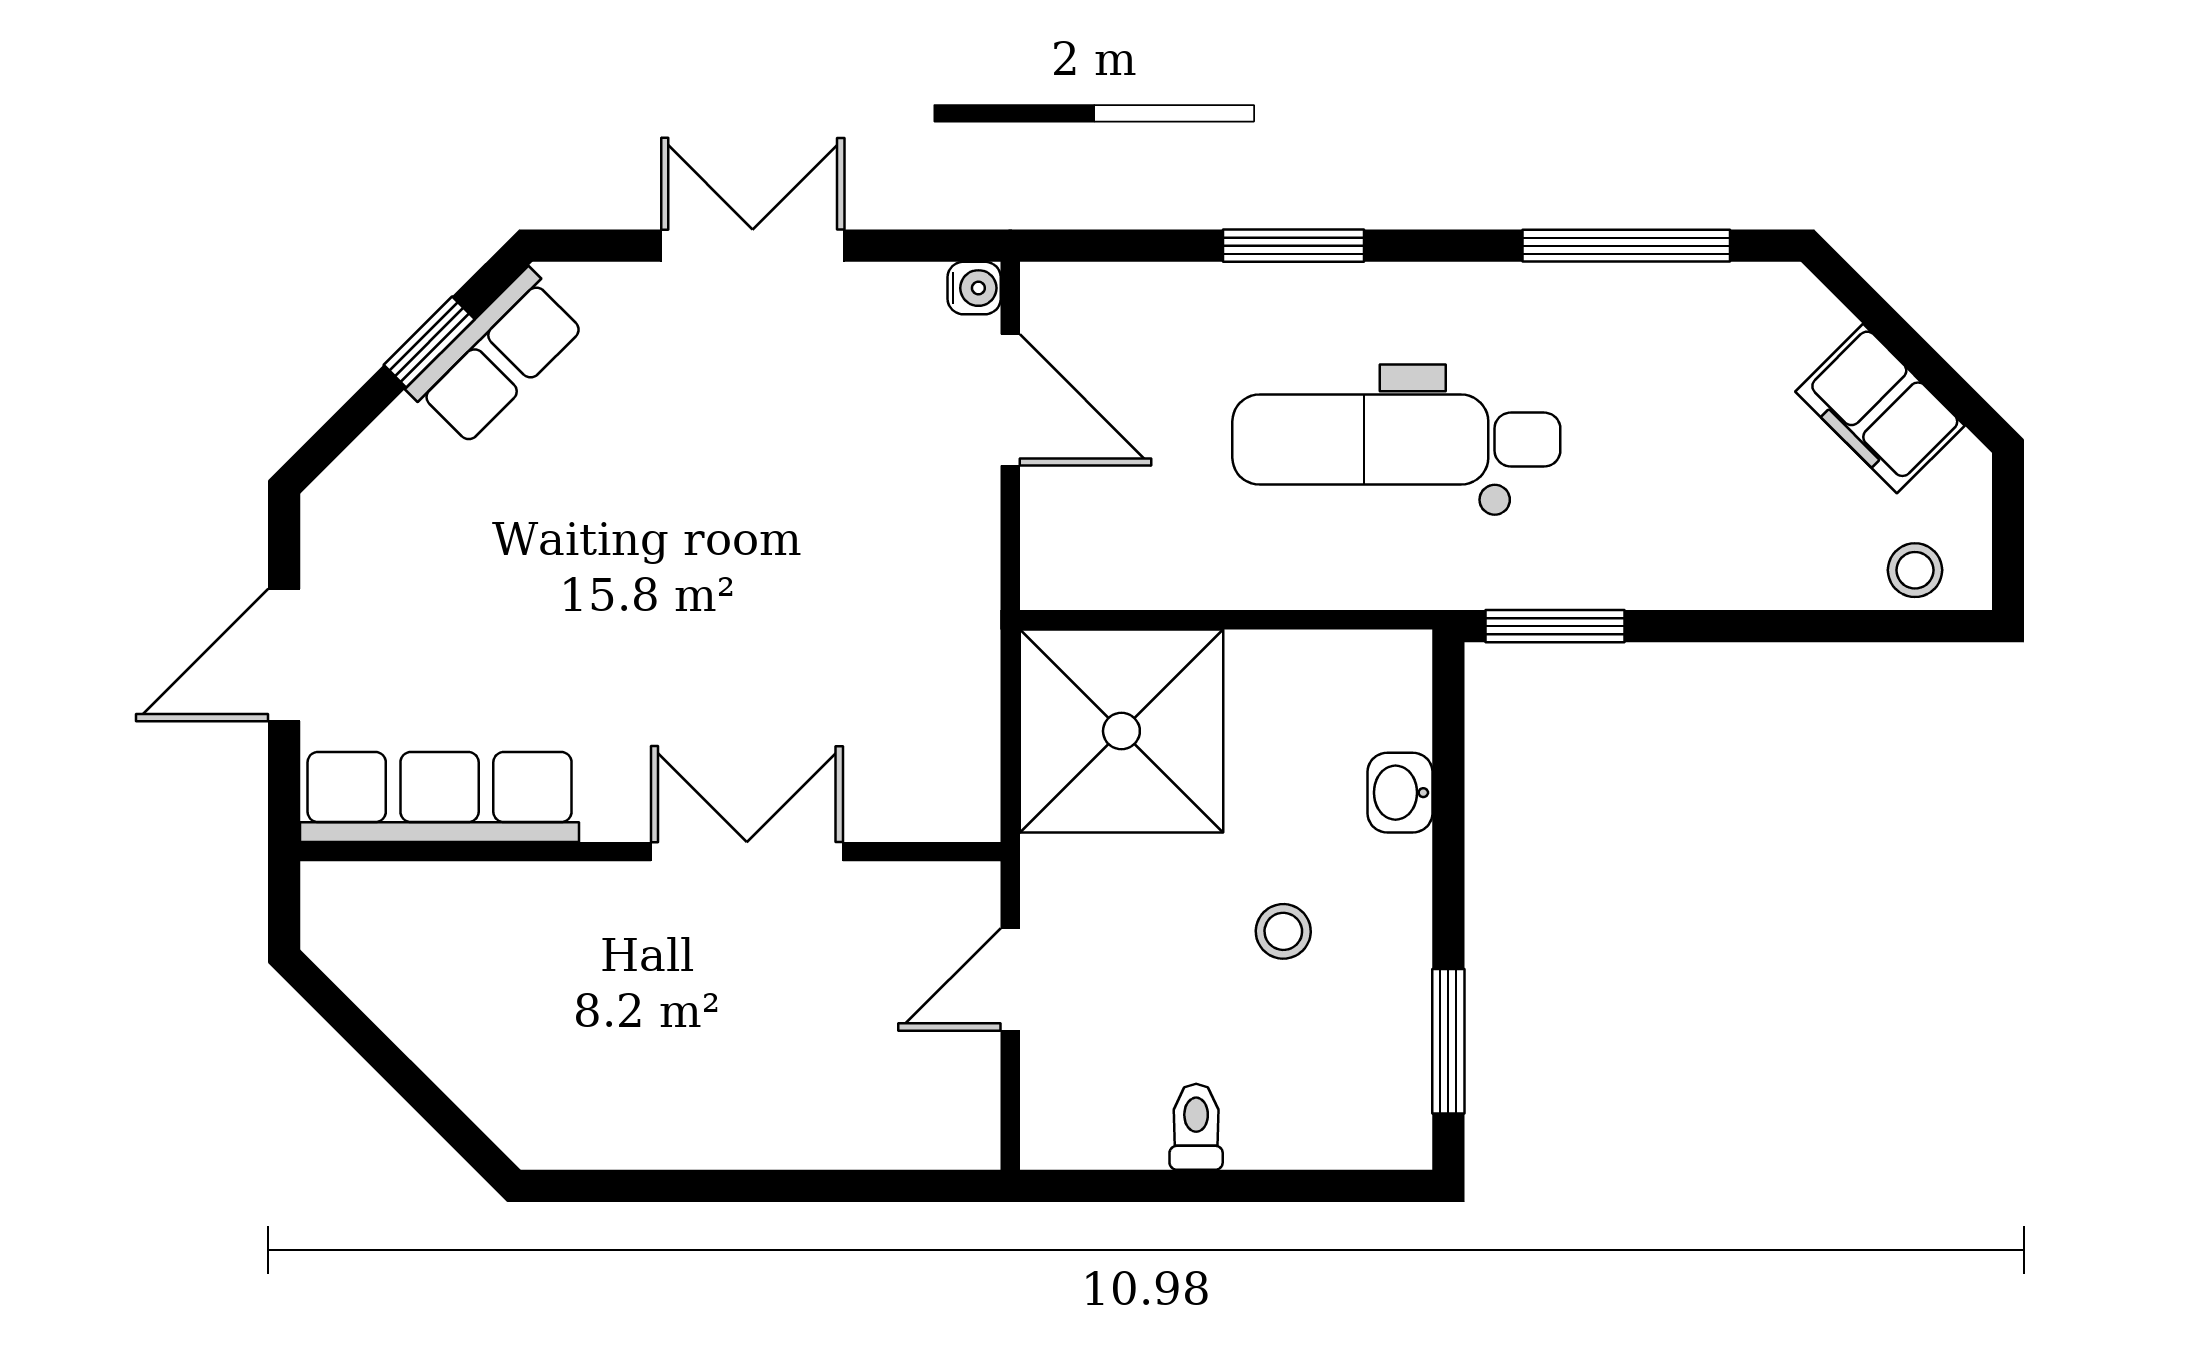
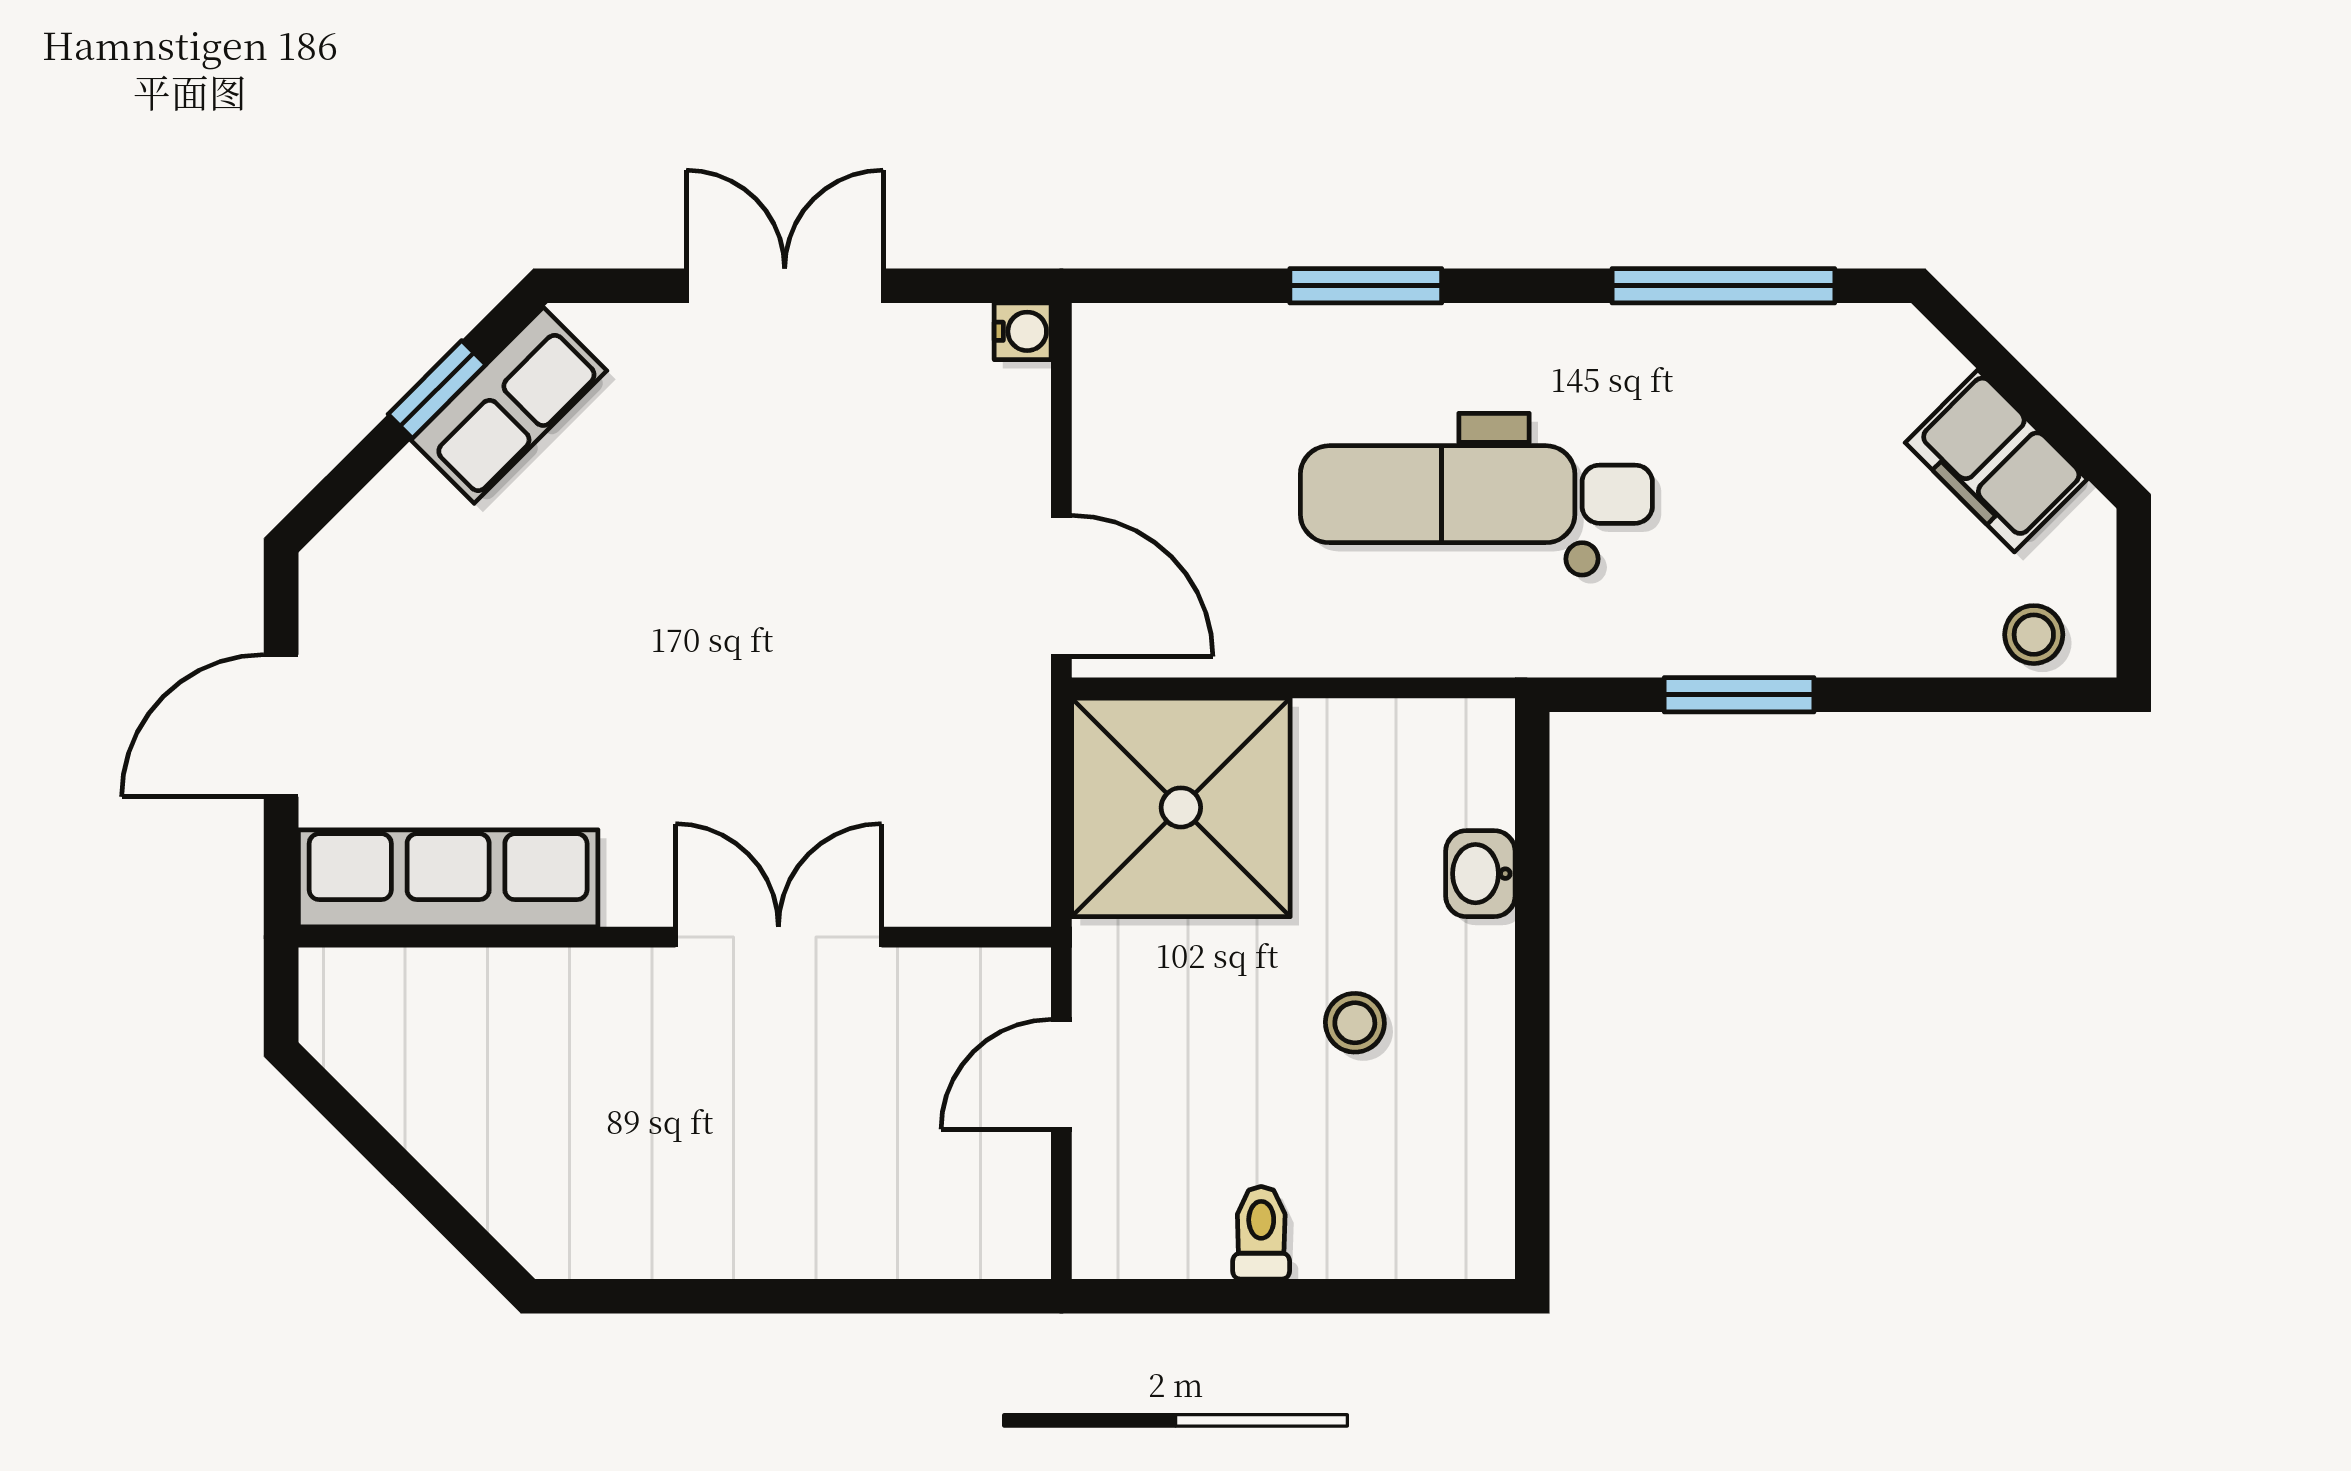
door: (1010, 400) -> (1061, 586), moved
window: (1555, 626) -> (1739, 695), moved
window: (1448, 1041) -> (1532, 1141), removed

